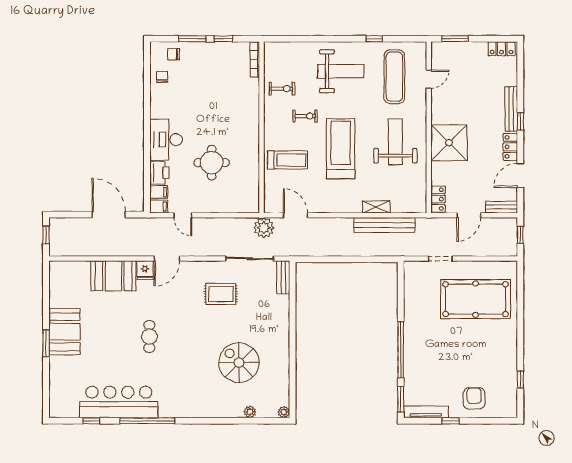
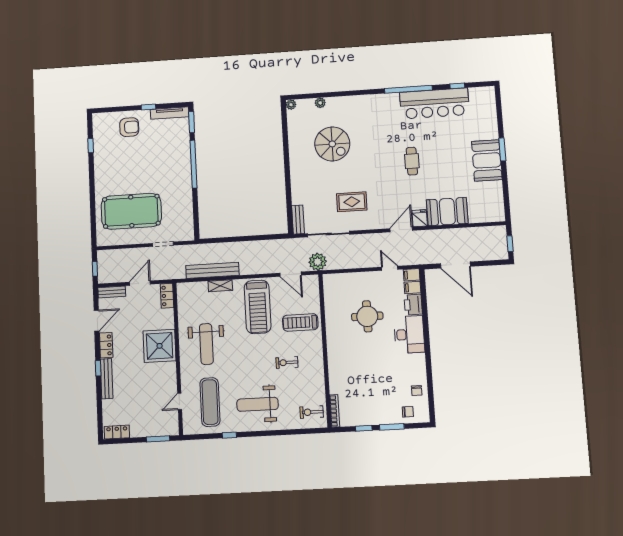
exercise bike: (282, 89) -> (312, 412), moved
treadmill: (341, 149) -> (258, 307), moved
armchair: (474, 398) -> (129, 127), turned -90

